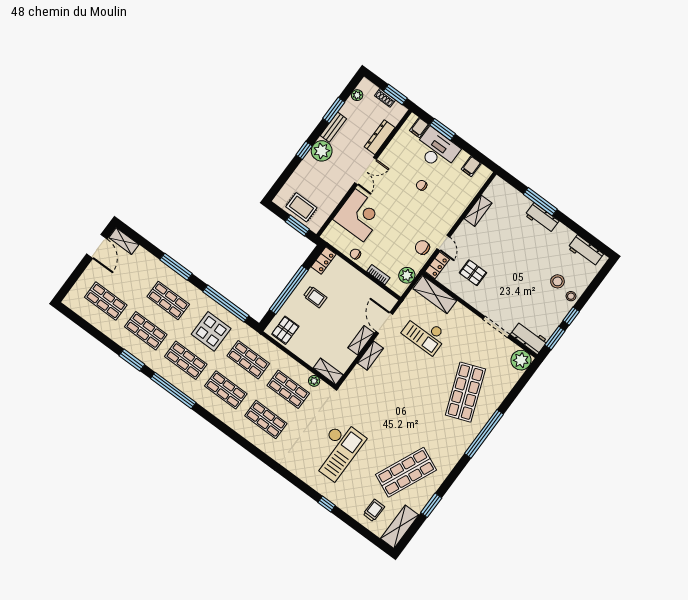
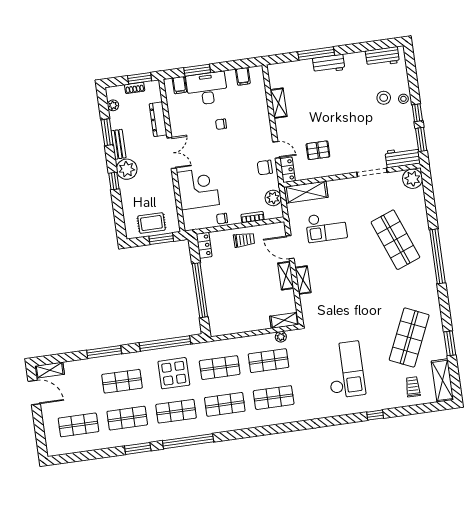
trolley: (315, 297) -> (244, 240), moved
pallet: (285, 330) -> (225, 321), removed

